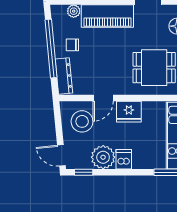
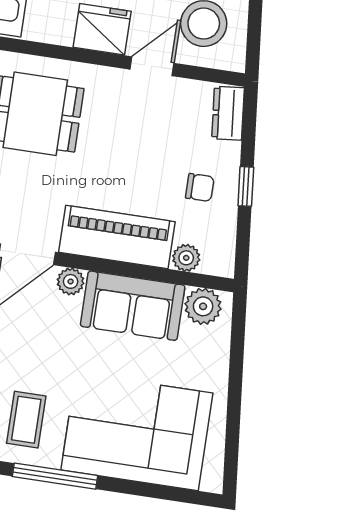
window: (51, 49) -> (246, 186), width x0.32
dresser: (64, 76) -> (228, 113), width x0.70

